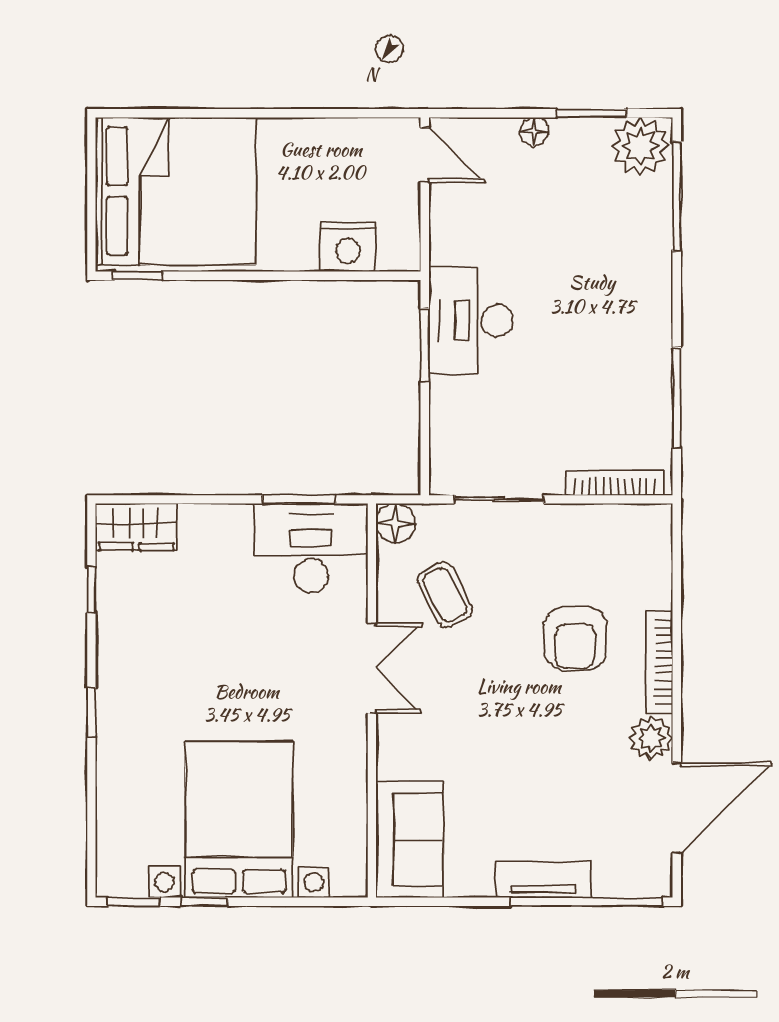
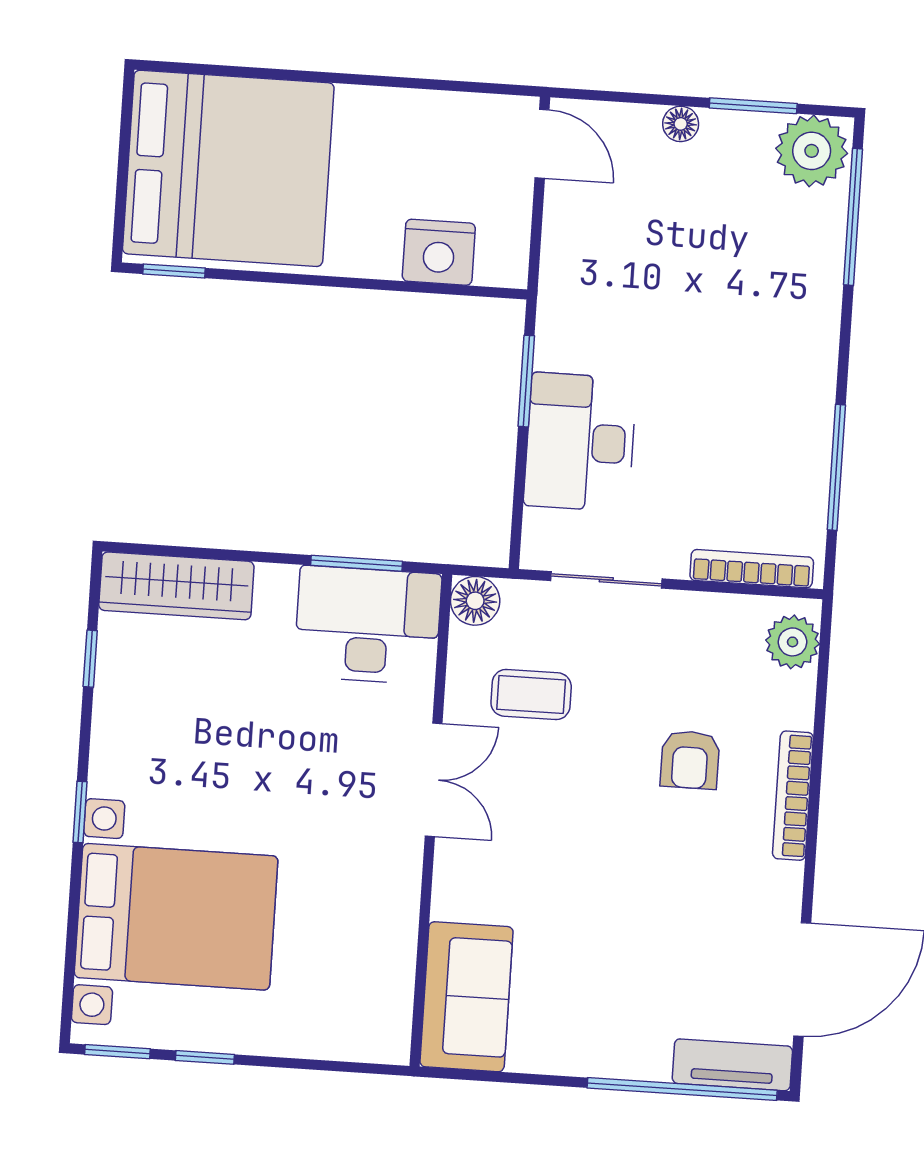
desk: (471, 320) -> (580, 442), moved
wardrobe: (136, 527) -> (176, 586), width x1.50
coffee table: (445, 595) -> (531, 695), turned -62
armchair: (575, 639) -> (690, 760), width x0.72, depth x0.72
plant: (651, 738) -> (793, 642), moved
bed with nightstands: (239, 820) -> (176, 917), moved, turned 90
tv unit: (543, 880) -> (732, 1065), moved

